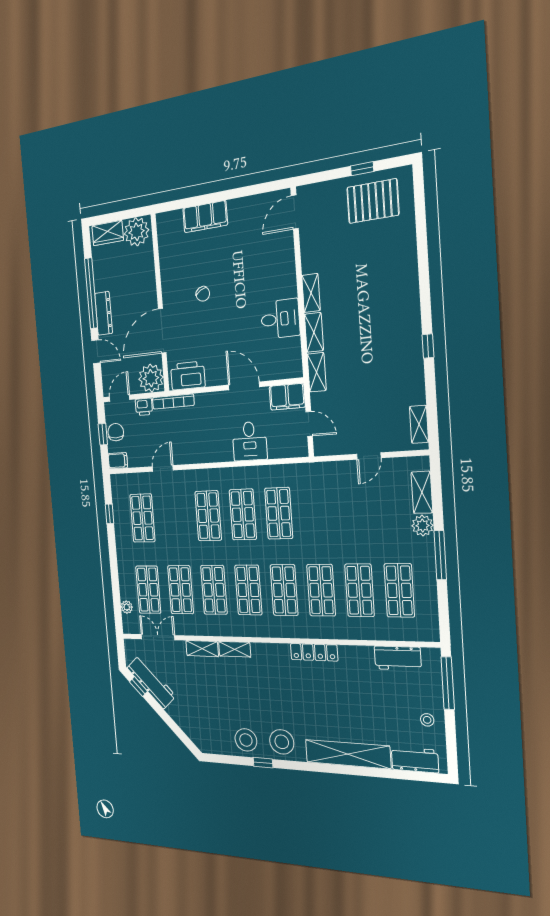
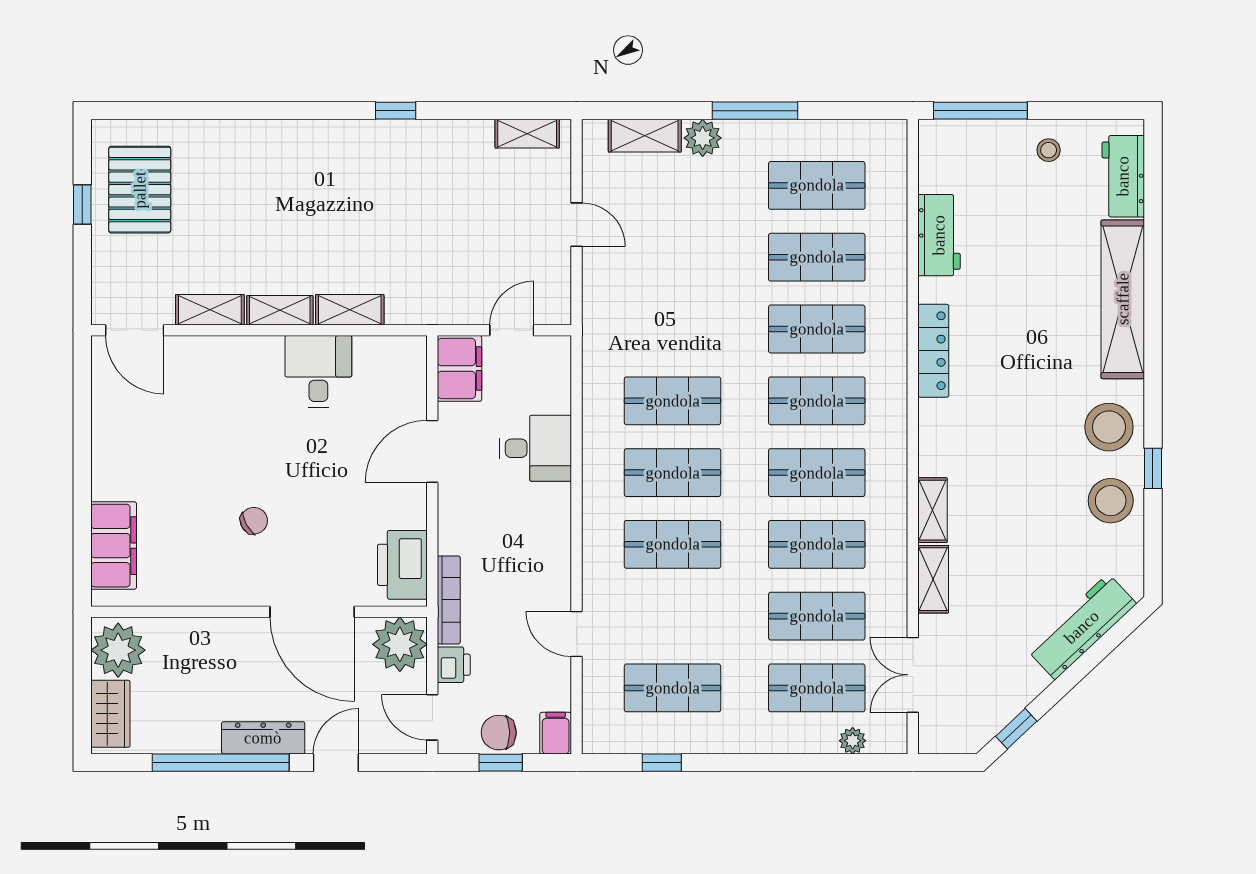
filing cabinet: (205, 217) -> (114, 546), moved
shelving: (317, 372) -> (210, 310), moved
workbench: (398, 658) -> (939, 235), moved
workbench: (151, 682) -> (1082, 627), moved

